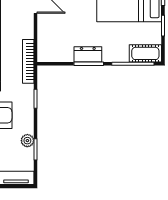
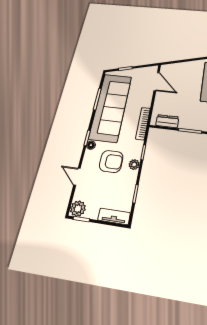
dresser: (88, 54) -> (167, 121), moved
plant: (27, 141) -> (134, 165), moved

